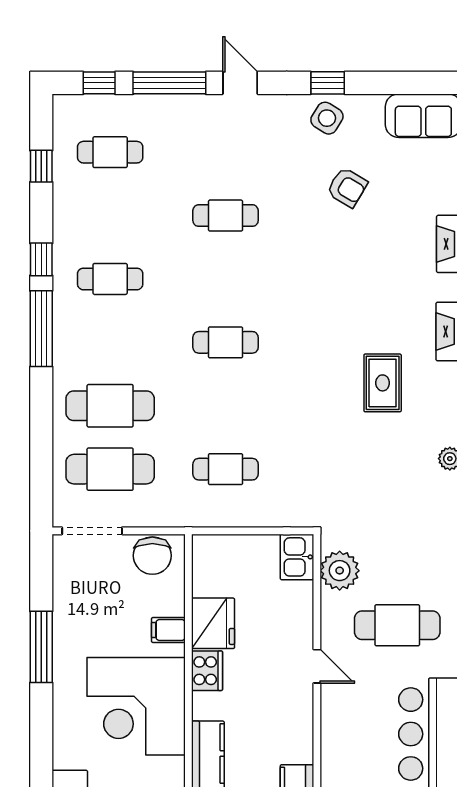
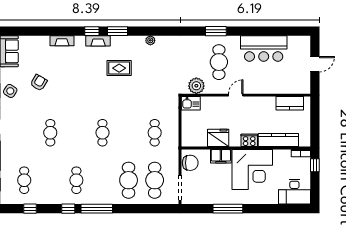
filing cabinet: (168, 630) -> (221, 156), width x2.00
cooker: (207, 671) -> (249, 140), moved

